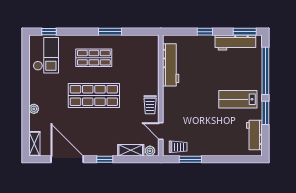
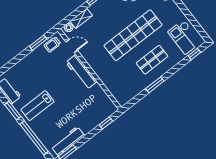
window: (205, 32) -> (106, 123), moved
workbench: (171, 65) -> (81, 72), moved
shop shelf: (94, 95) -> (133, 35), width x1.40
lab bench: (238, 99) -> (37, 106), turned 180
trolley: (150, 105) -> (92, 58), removed

